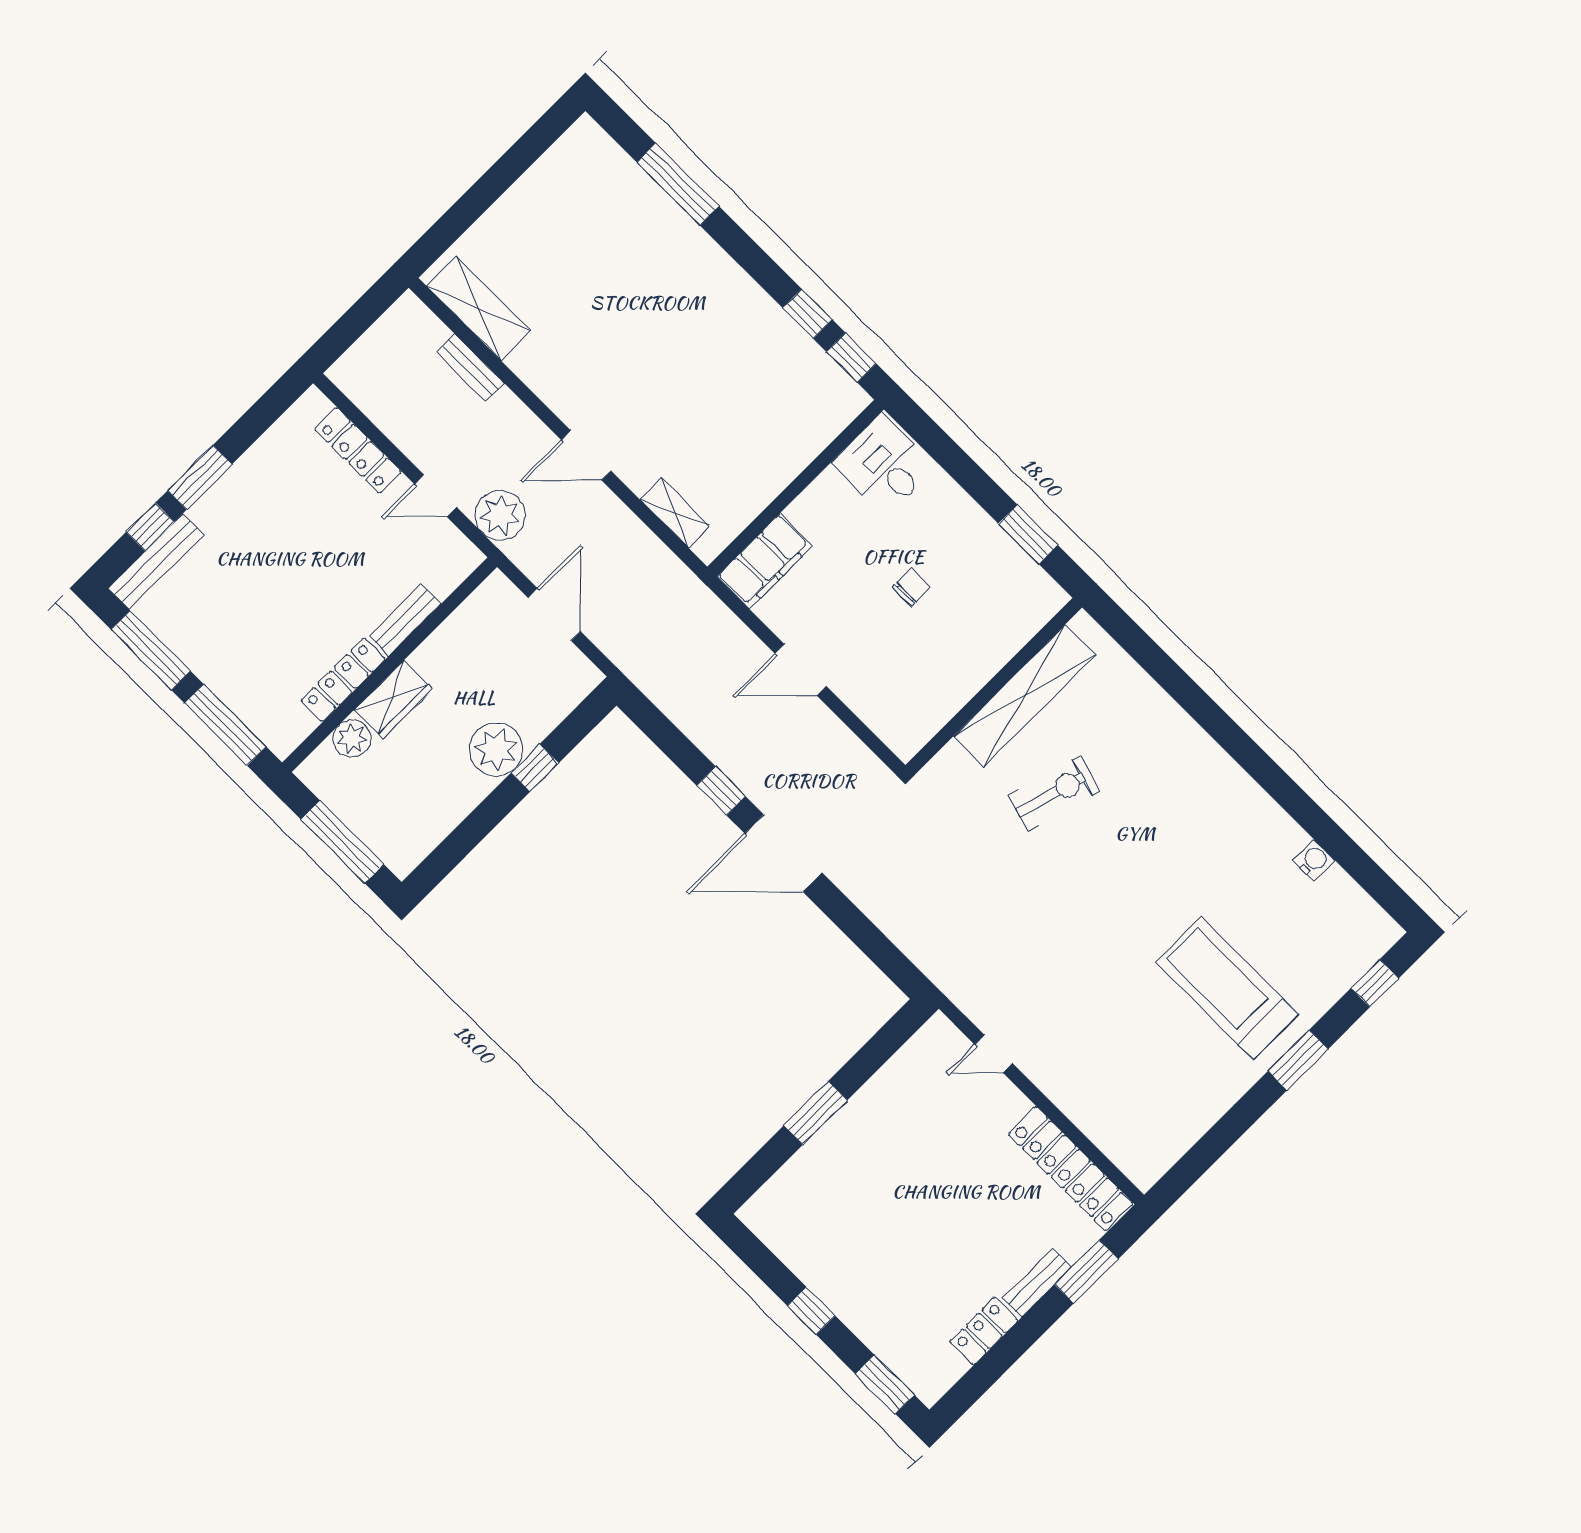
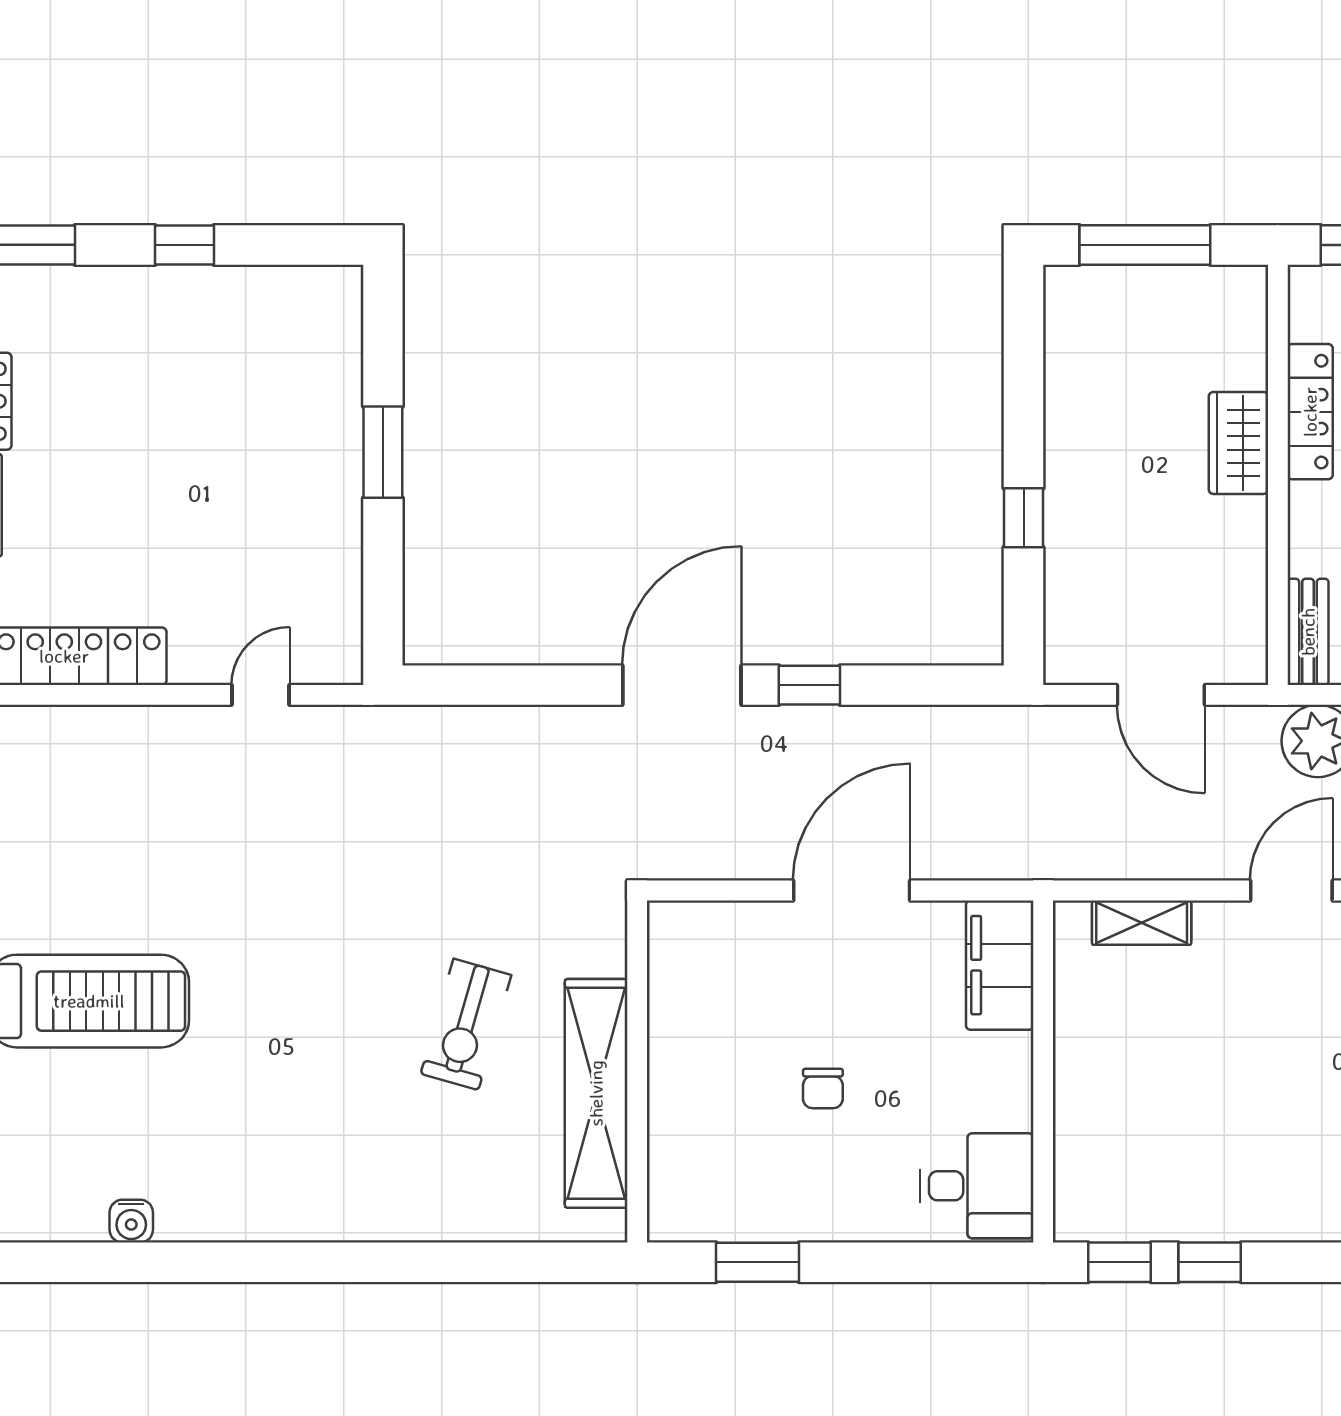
bench: (405, 620) -> (1308, 632), moved
door: (801, 670) -> (852, 891), width x1.36
plant: (352, 739) -> (1241, 361), removed
plant: (496, 750) -> (1082, 497), removed

